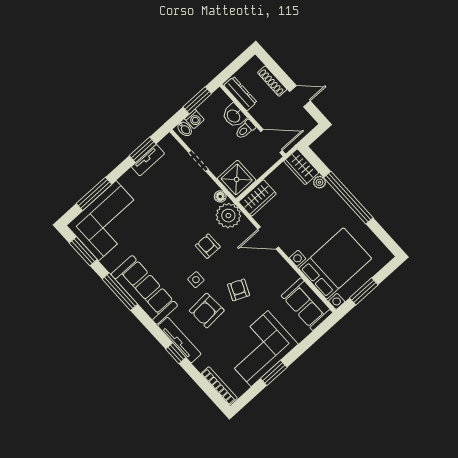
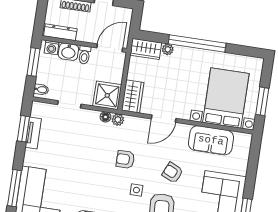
washing machine: (194, 119) -> (52, 48), moved, turned 90
plant: (228, 216) -> (118, 120), width x0.53, depth x0.53
sofa: (307, 304) -> (211, 140), moved

